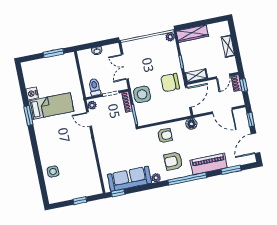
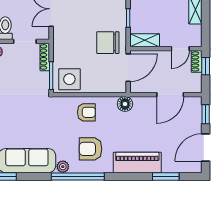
side table: (142, 94) -> (69, 79), moved
door: (222, 111) -> (170, 95), hinge flipped
window: (187, 179) -> (78, 176), moved

